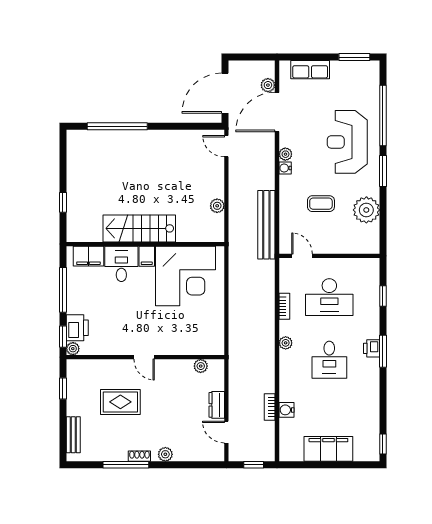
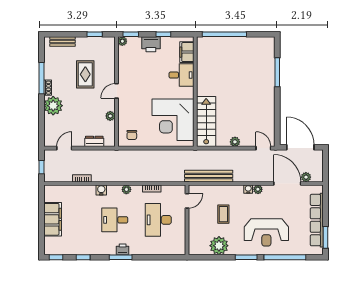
row of seats: (310, 70) -> (317, 220), width x2.02
window: (117, 126) -> (277, 72), width x0.68
reception desk: (347, 142) -> (266, 232), turned 180
door: (226, 146) -> (263, 148), hinge flipped
window: (63, 202) -> (224, 34), width x3.17
plant: (217, 206) -> (235, 142), moved
stairs: (139, 228) -> (206, 122), moved
filing cabinet: (147, 256) -> (187, 93), removed
window: (63, 290) -> (163, 34), width x0.46
window: (383, 296) -> (83, 257), moved
printer: (77, 328) -> (151, 44), moved
chair: (207, 335) -> (132, 135), added
plant: (201, 366) -> (110, 116), moved
dresser: (217, 405) -> (94, 141), moved
water cooler: (286, 410) -> (101, 190), moved
plant: (165, 454) -> (53, 106), width x1.88, depth x1.88

